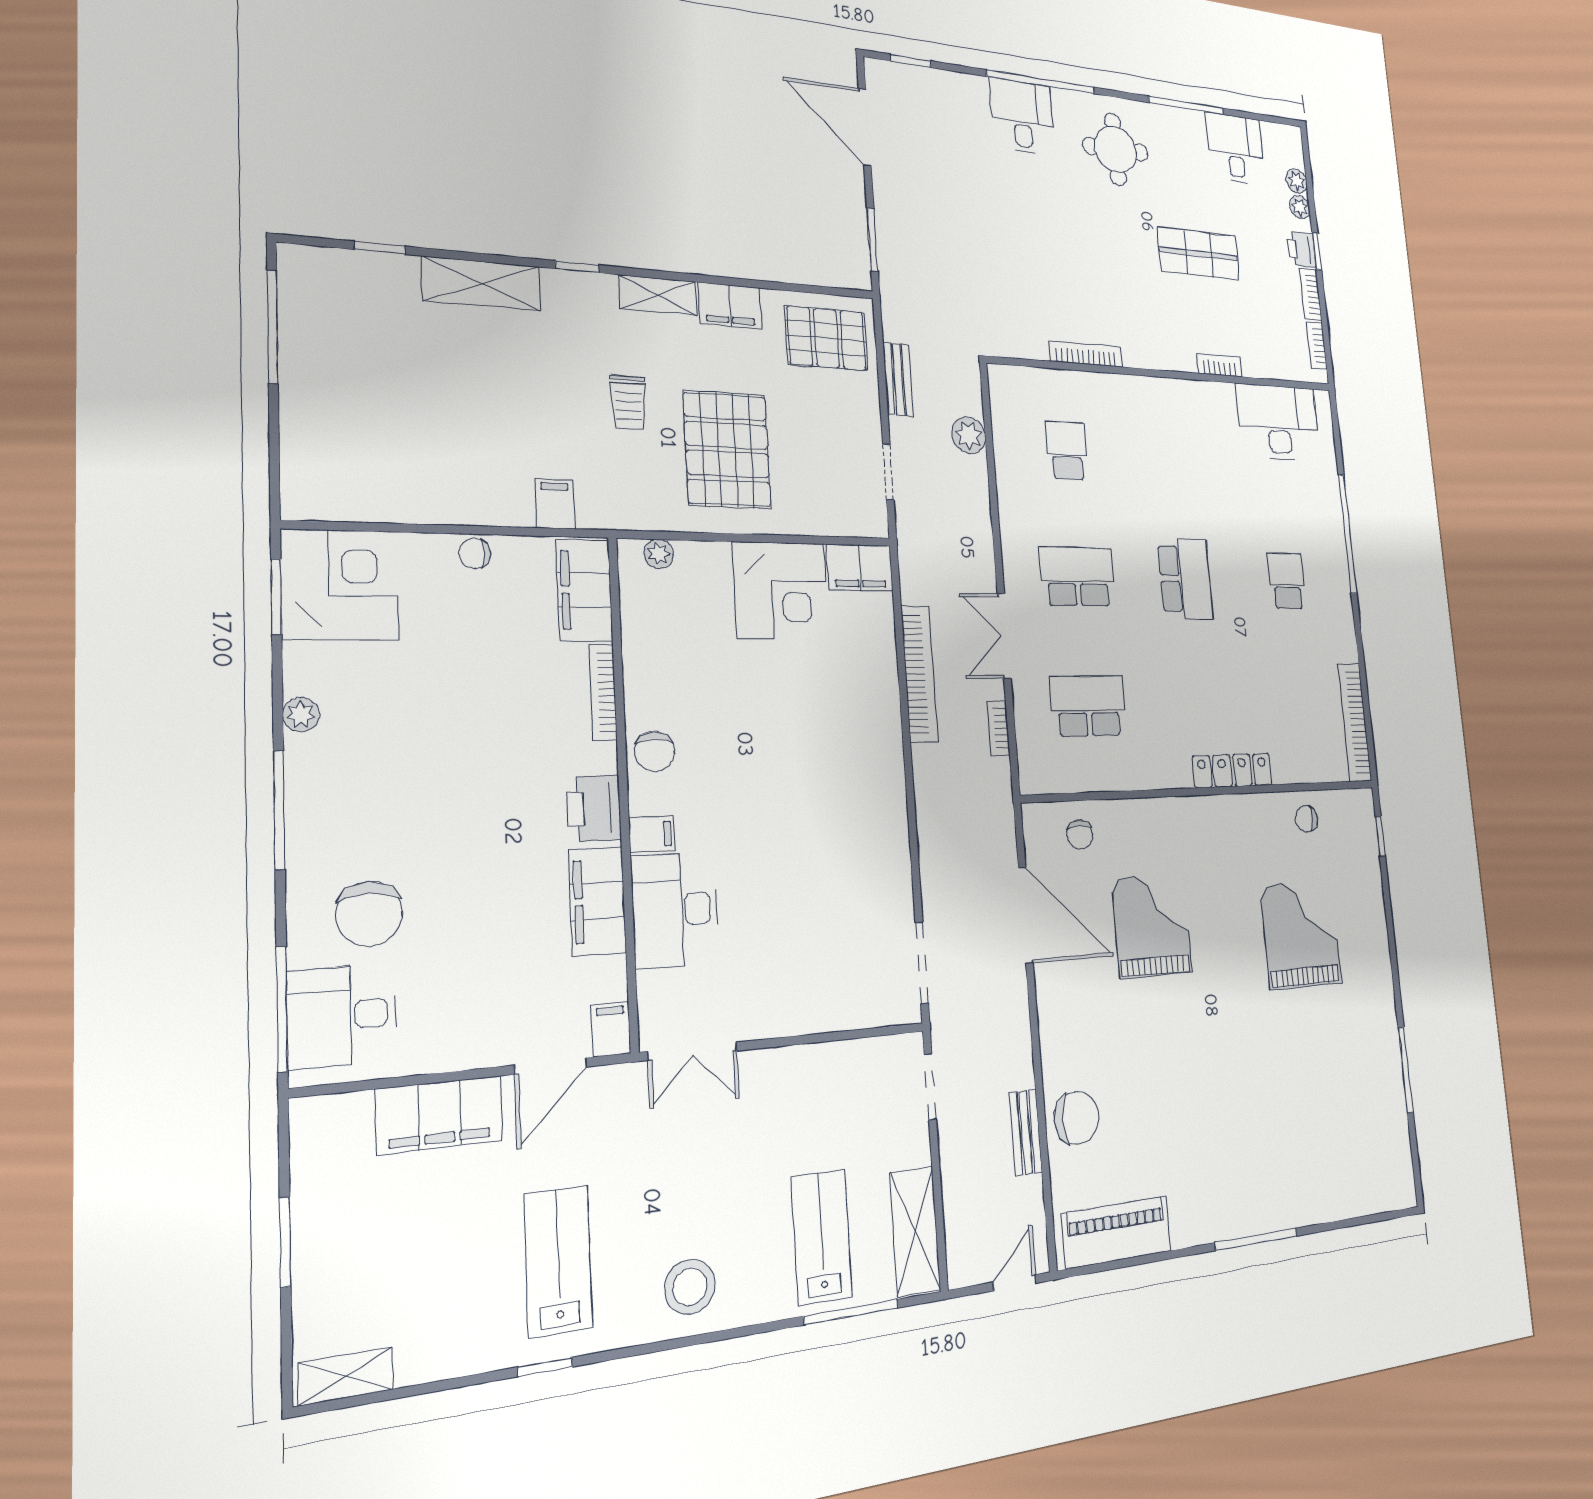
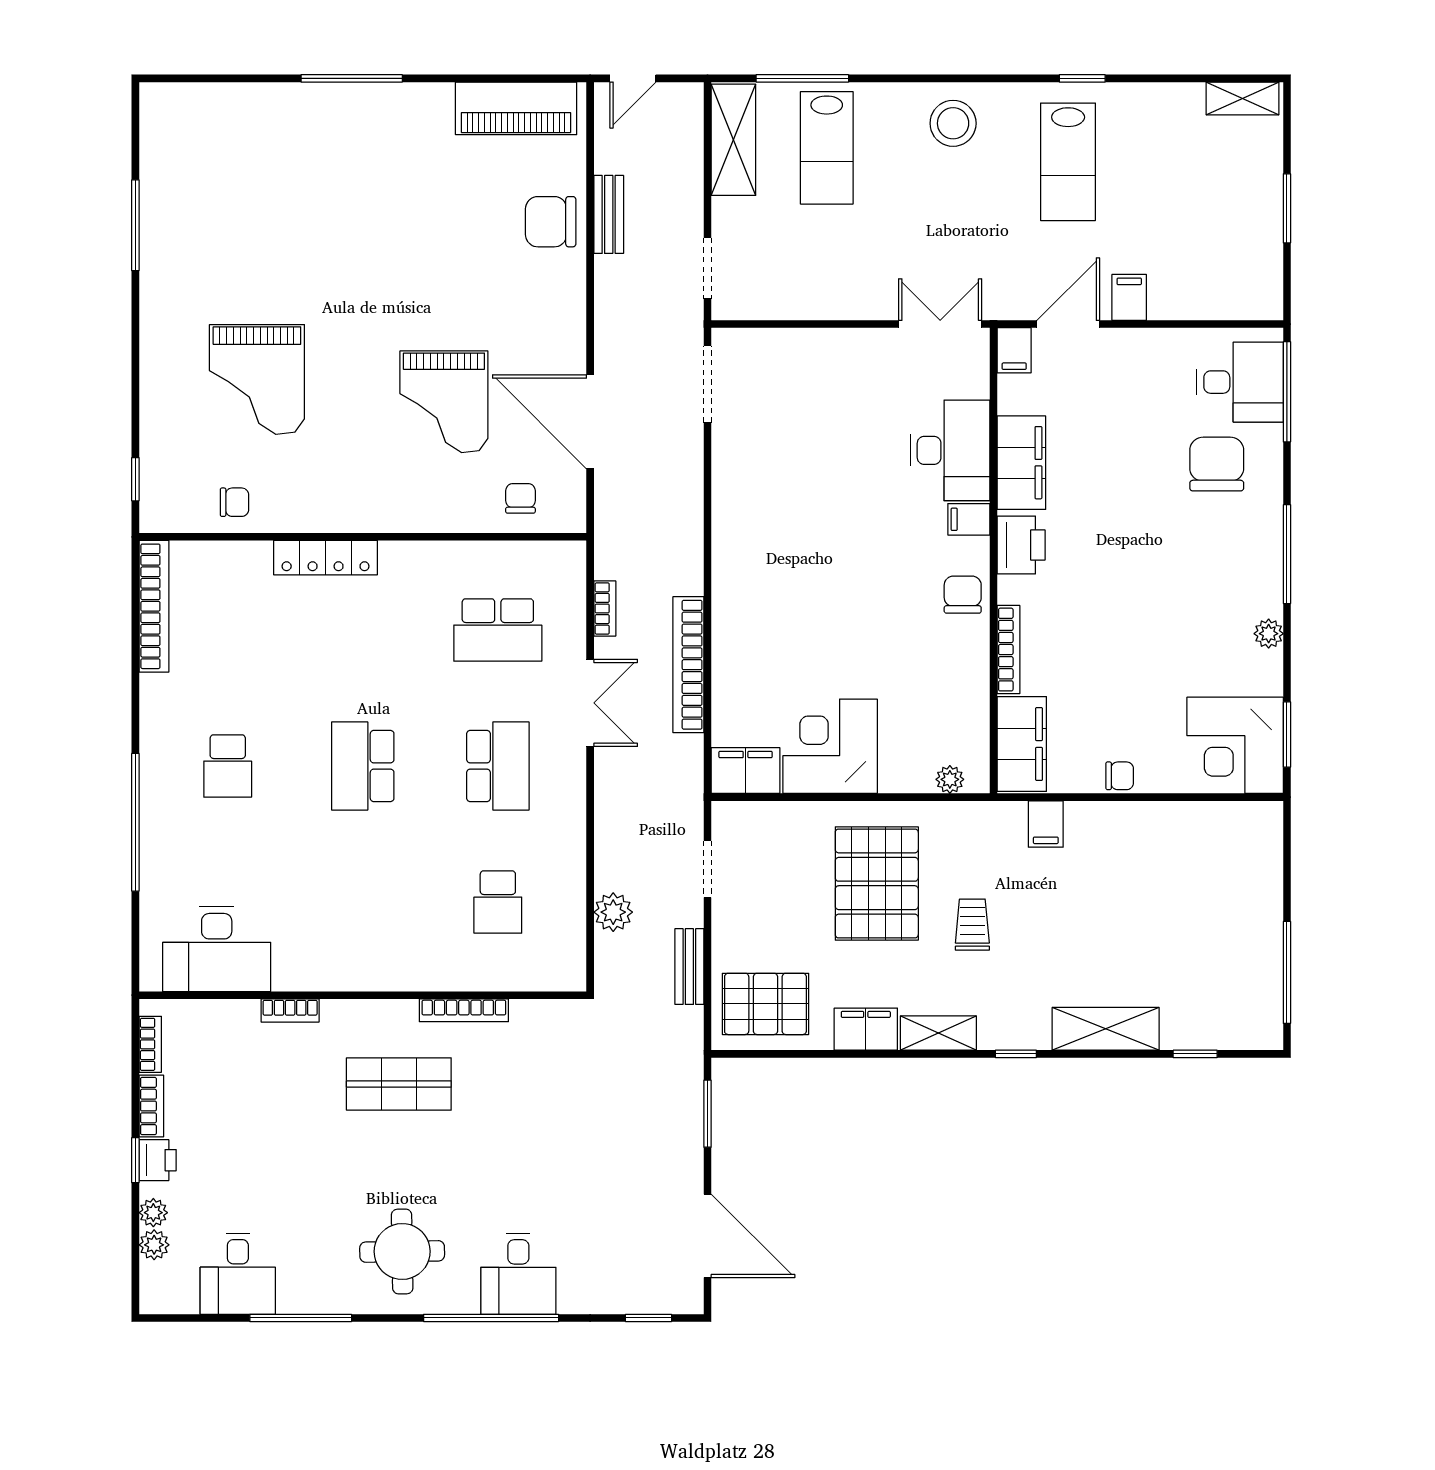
shop shelf: (1199, 254) -> (399, 1084), moved
school desk: (1077, 577) -> (498, 766), turned -90
filing cabinet: (439, 1115) -> (1129, 297), width x0.33, depth x0.86

